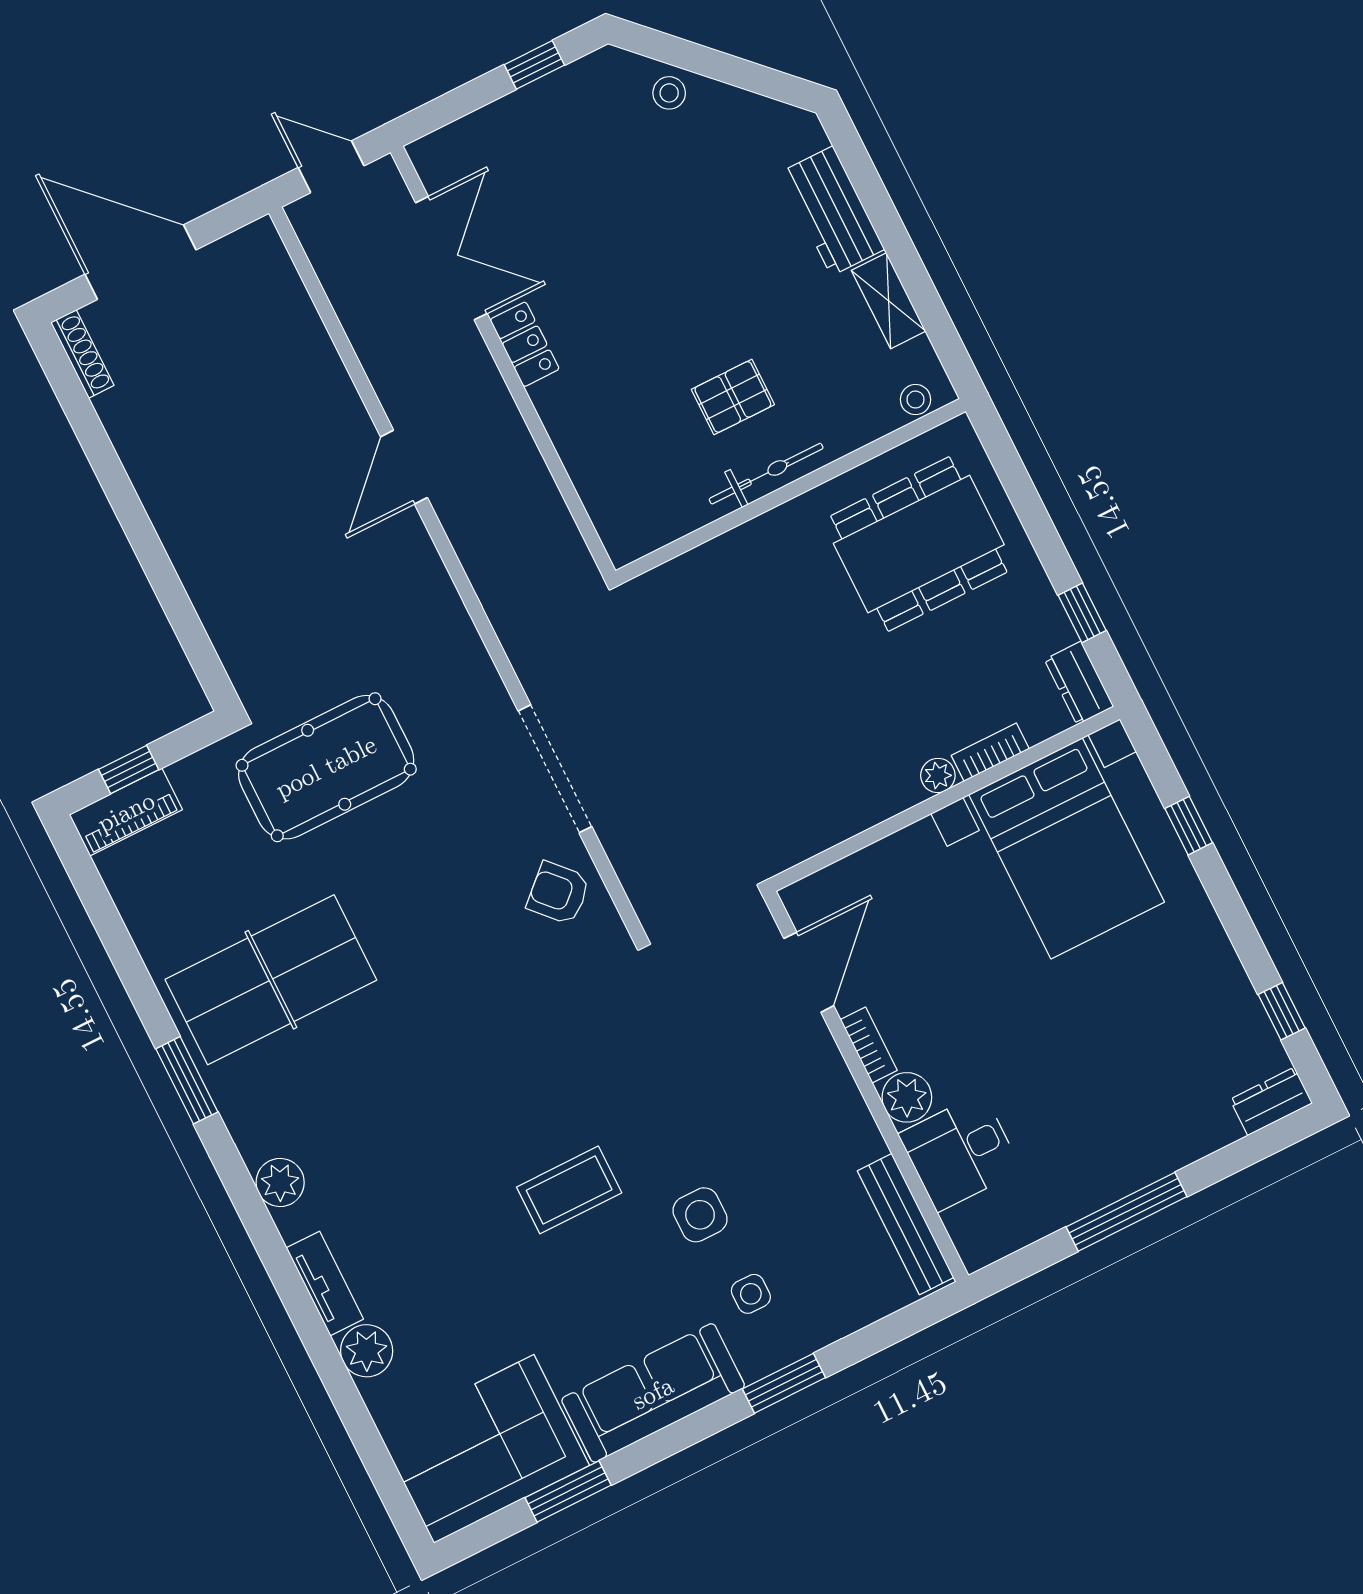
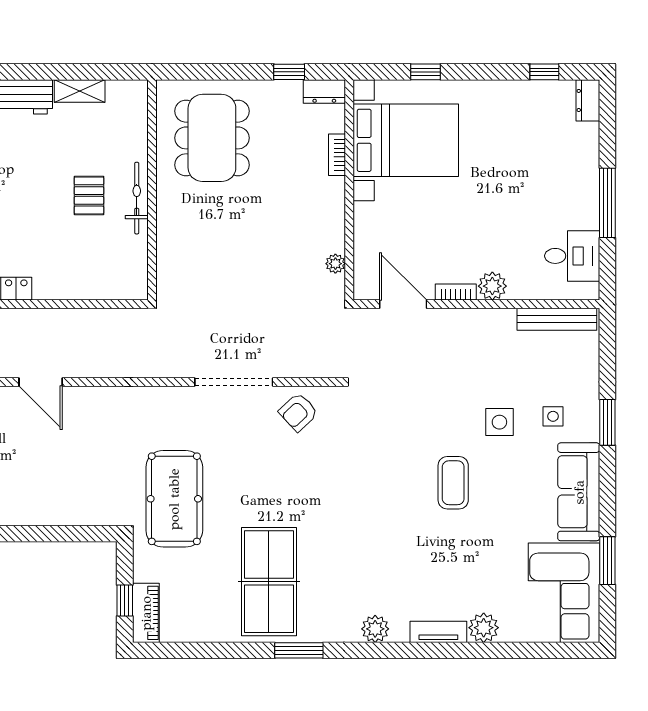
stool: (915, 400) -> (137, 103), removed
plant: (938, 775) -> (335, 264), moved
desk: (960, 1152) -> (572, 256), moved, turned -90

